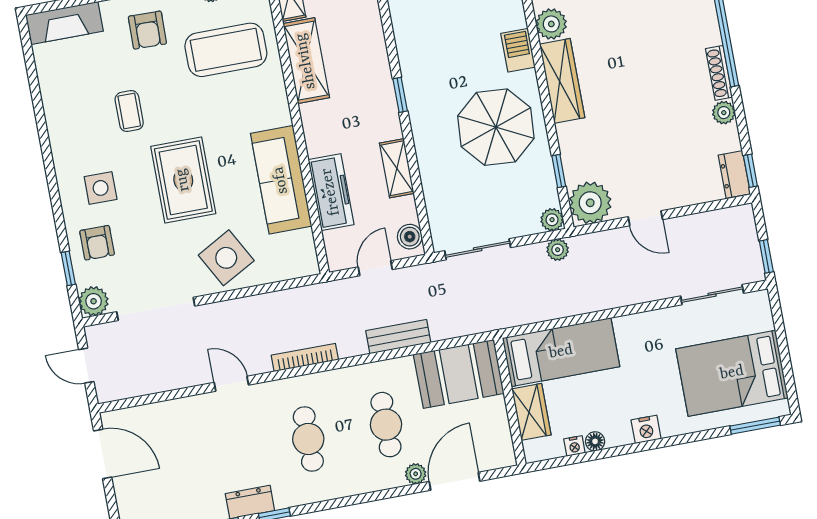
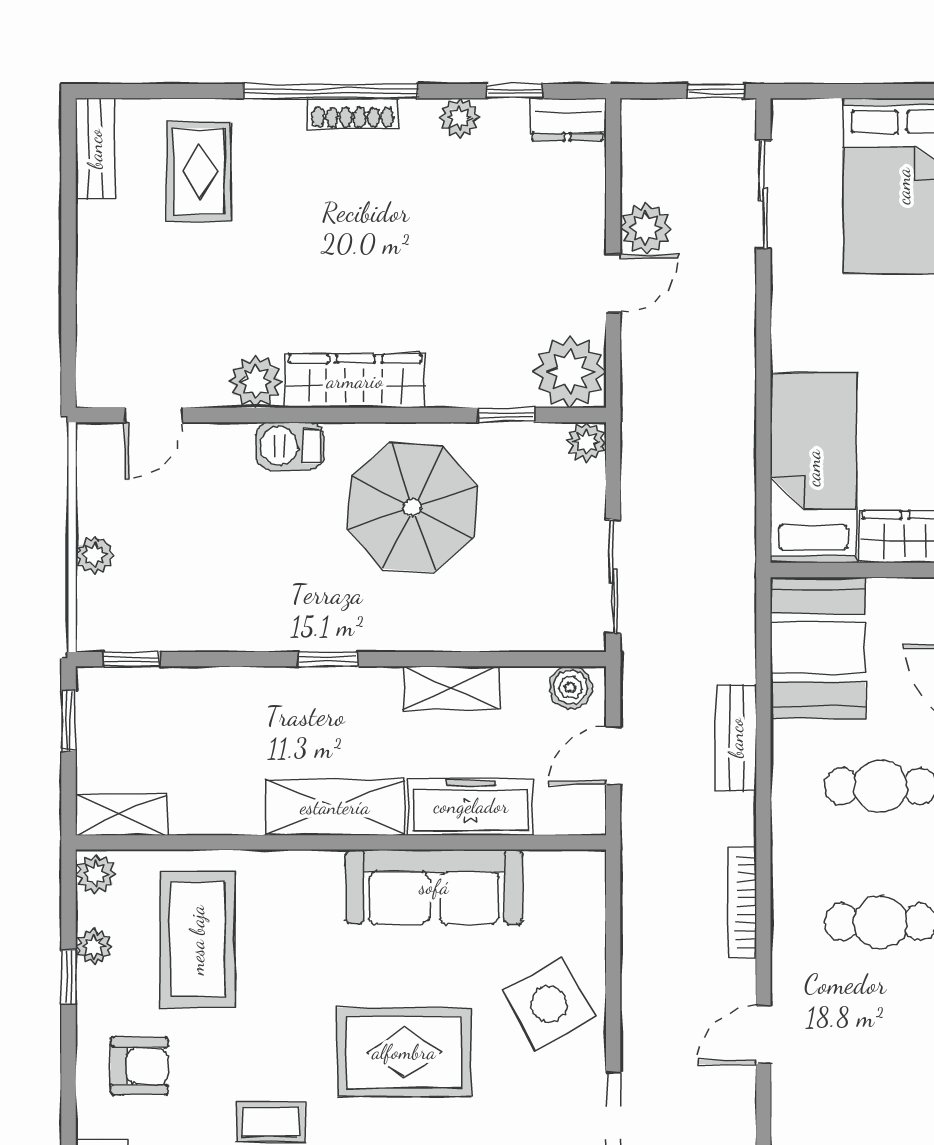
shelving: (306, 61) -> (335, 807), moved
shoe rack: (719, 73) -> (353, 113), moved
window: (750, 171) -> (515, 91), moved
plant: (558, 250) -> (646, 228), moved, width x1.38, depth x1.38
door: (375, 268) -> (613, 756), hinge flipped

